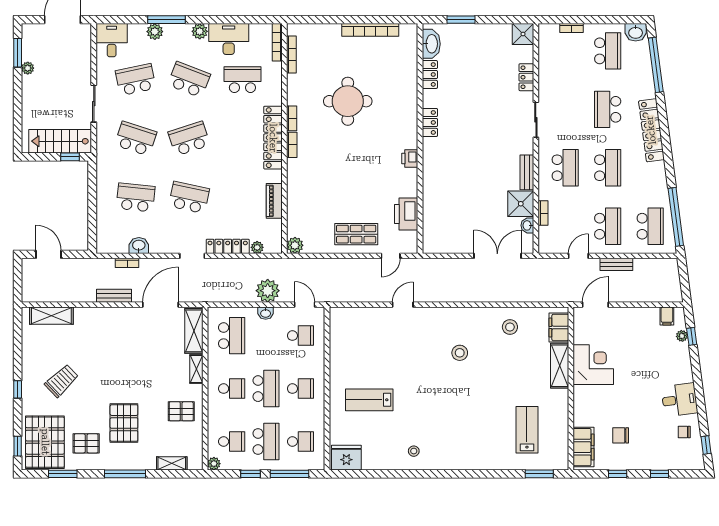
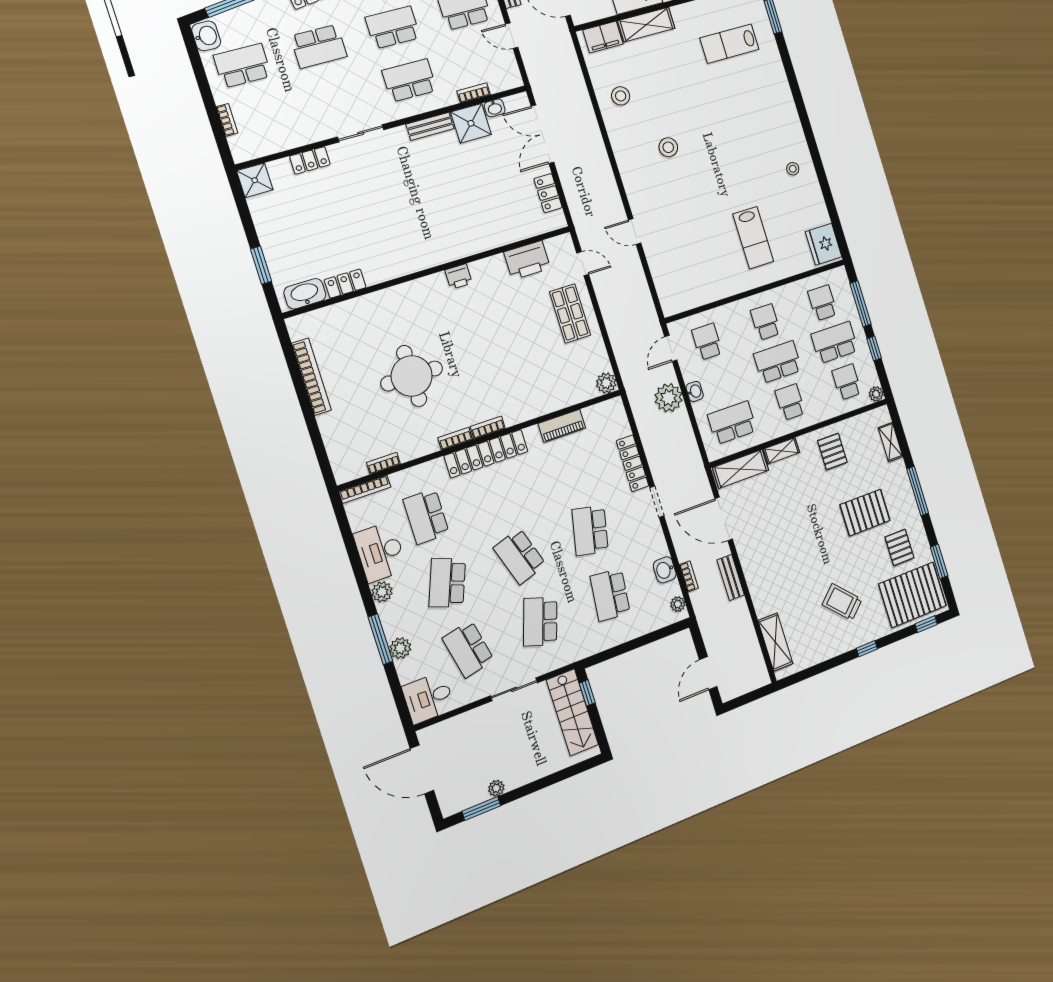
bookcase: (291, 54) -> (383, 463), width x0.64
locker: (430, 122) -> (548, 193), moved, turned -90
plant: (257, 247) -> (678, 604), moved

